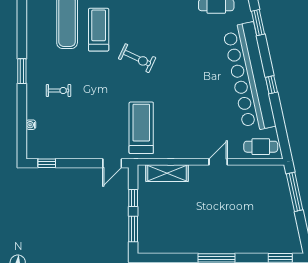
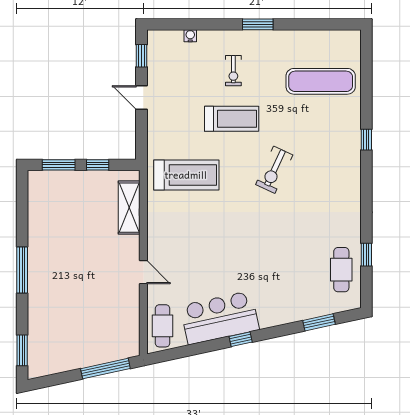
treadmill: (99, 30) -> (232, 119), moved
bar counter: (249, 77) -> (220, 318), width x0.54
door: (112, 163) -> (142, 97), moved

